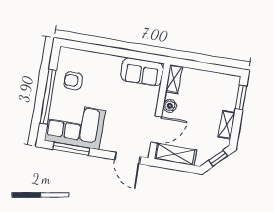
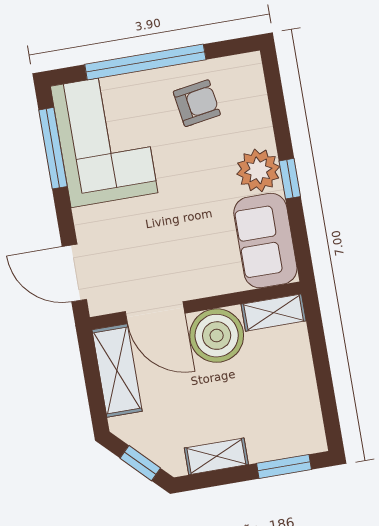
window: (119, 52) -> (290, 179), added
plant: (111, 65) -> (258, 170), added
armchair: (73, 81) -> (197, 103), turned 81
boiler: (170, 106) -> (217, 336), width x1.86, depth x1.86
door: (127, 158) -> (74, 273), hinge flipped

